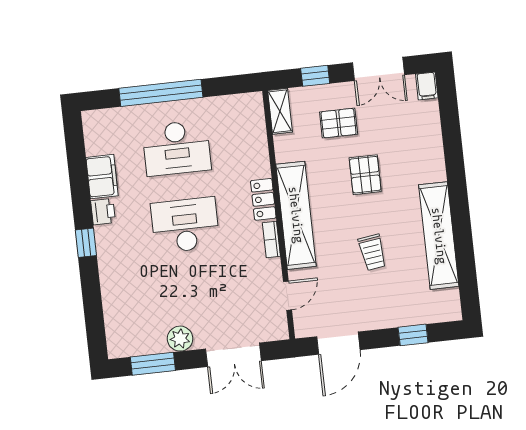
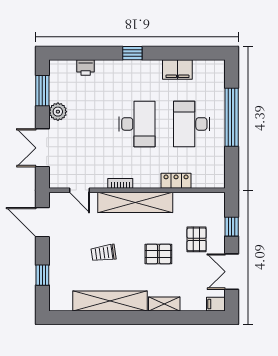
shelving: (280, 111) -> (164, 304), moved
locker: (263, 199) -> (176, 181), moved
printer: (103, 212) -> (86, 68), moved

